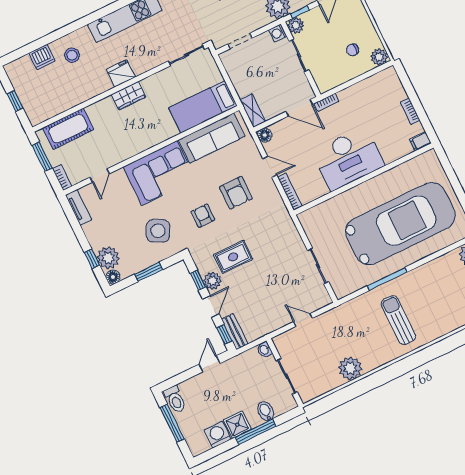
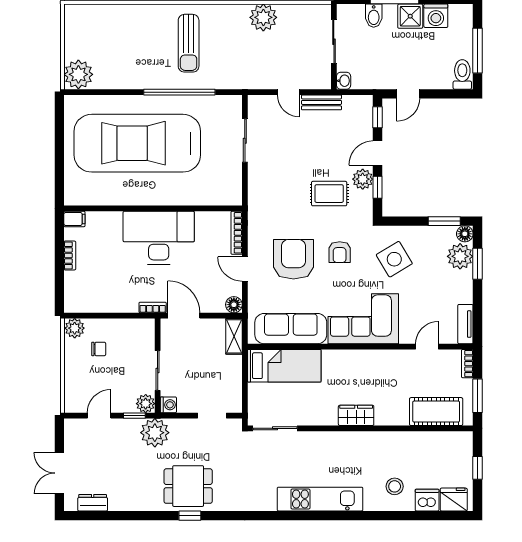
fridge: (121, 73) -> (454, 500), moved, turned 180
armchair: (236, 193) -> (293, 259), width x1.36, depth x1.36
side table: (158, 231) -> (394, 259), turned 32
window: (92, 259) -> (478, 264), width x1.50
window: (149, 272) -> (444, 221), moved
window: (387, 279) -> (179, 92), width x1.46
bench: (235, 332) -> (322, 102), moved, turned 90

